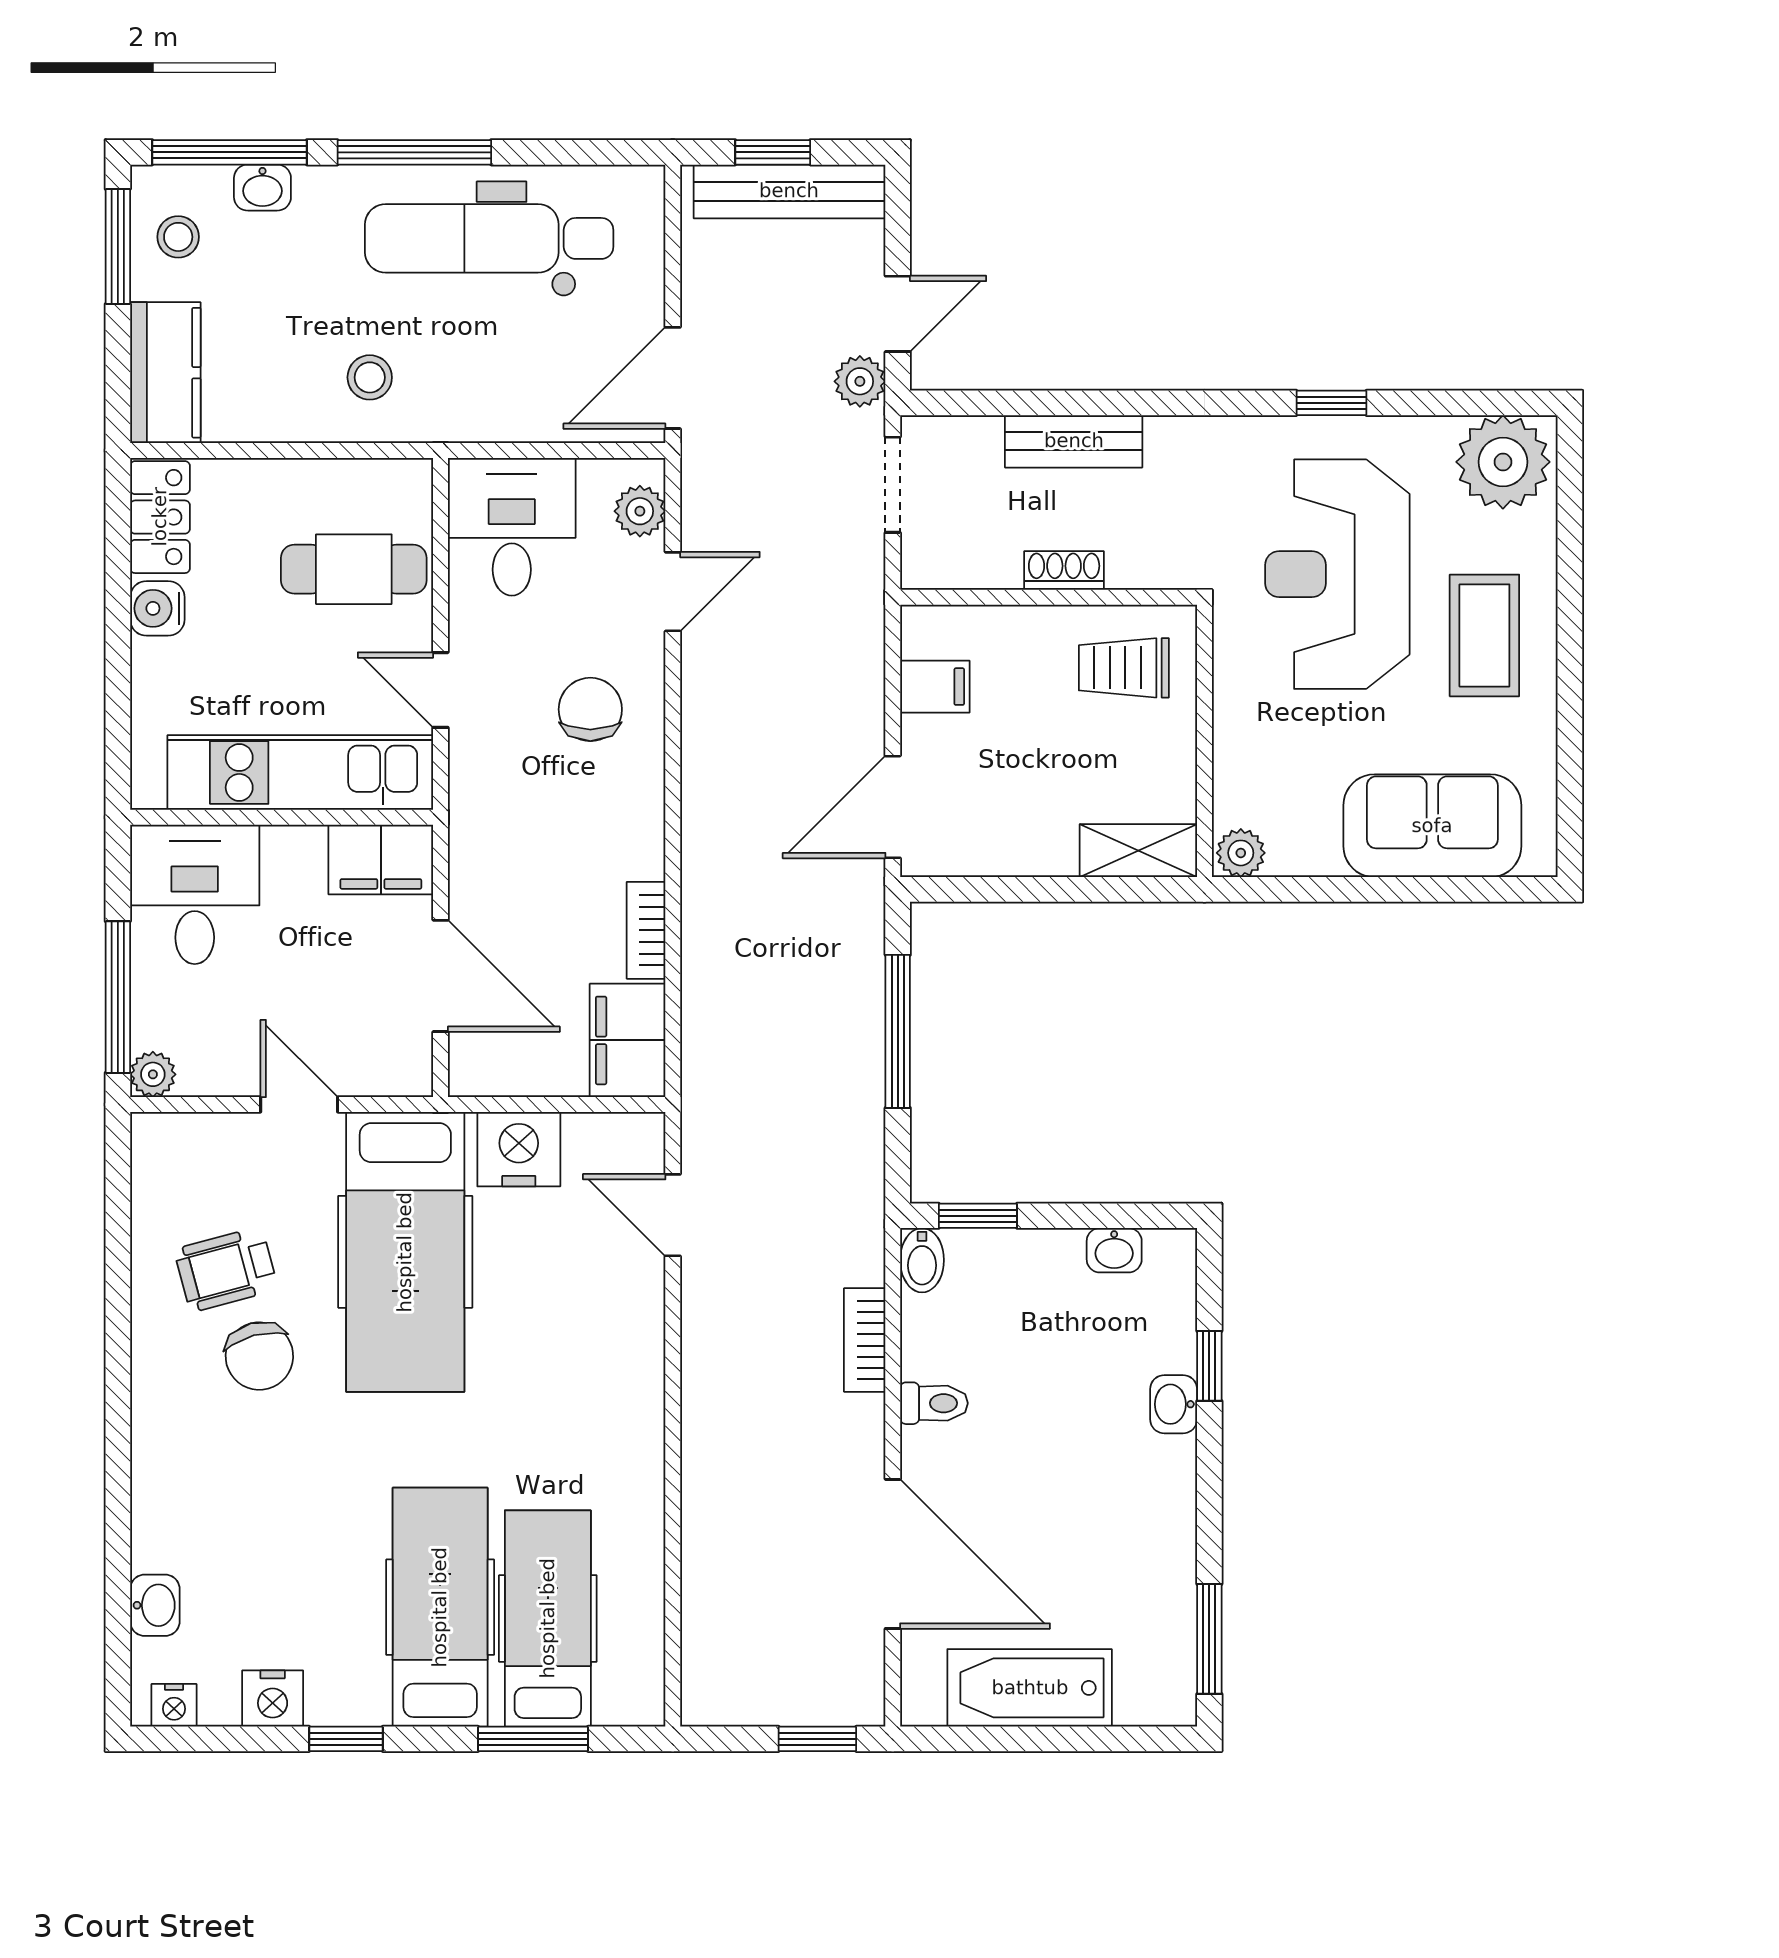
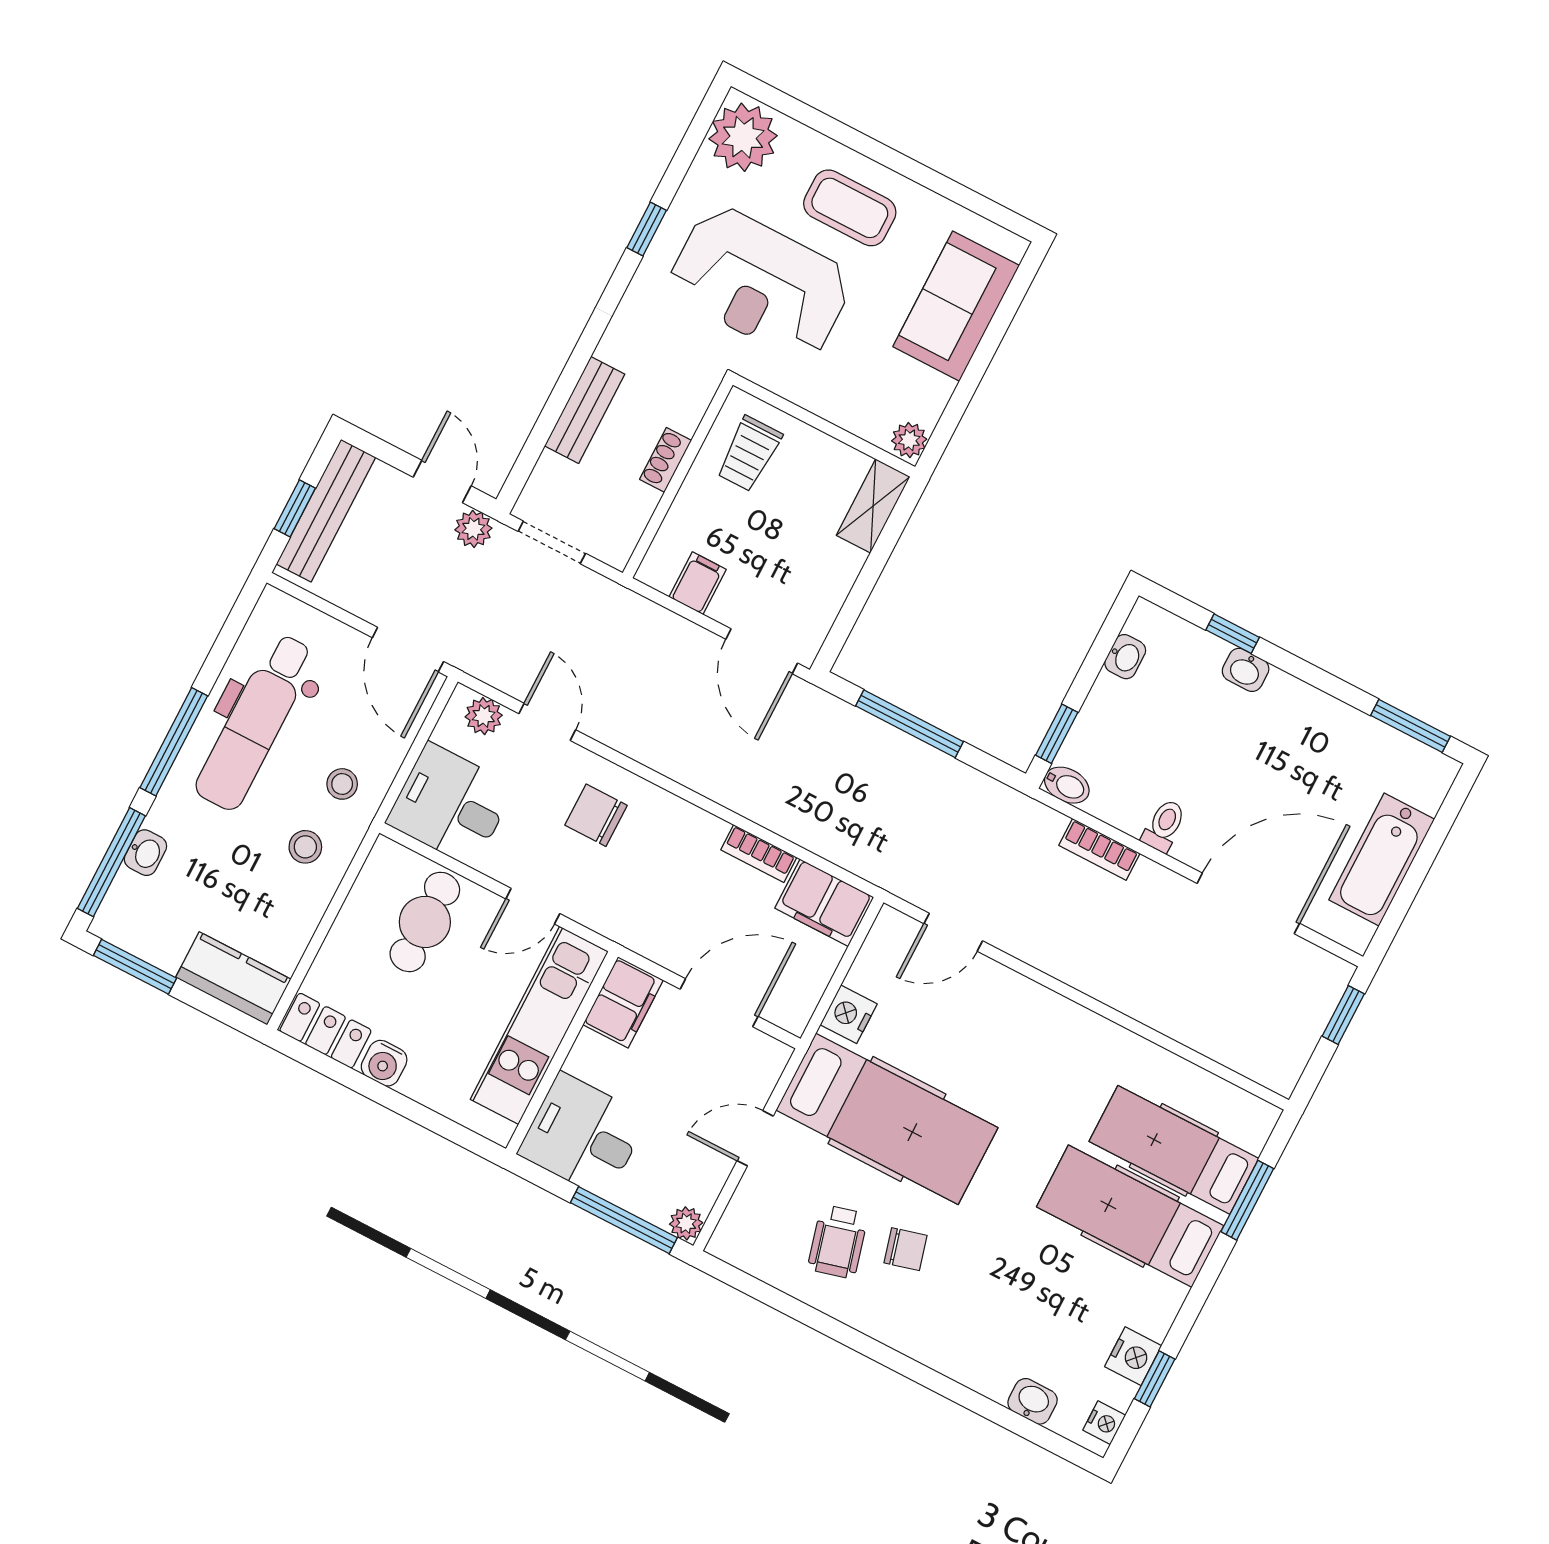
stool: (178, 237) -> (342, 784), moved
nightstand: (519, 1149) -> (849, 1014), width x0.74, depth x0.75
chair: (259, 1356) -> (906, 1249), width x0.73, depth x0.73
window: (346, 1739) -> (1155, 1379), moved

